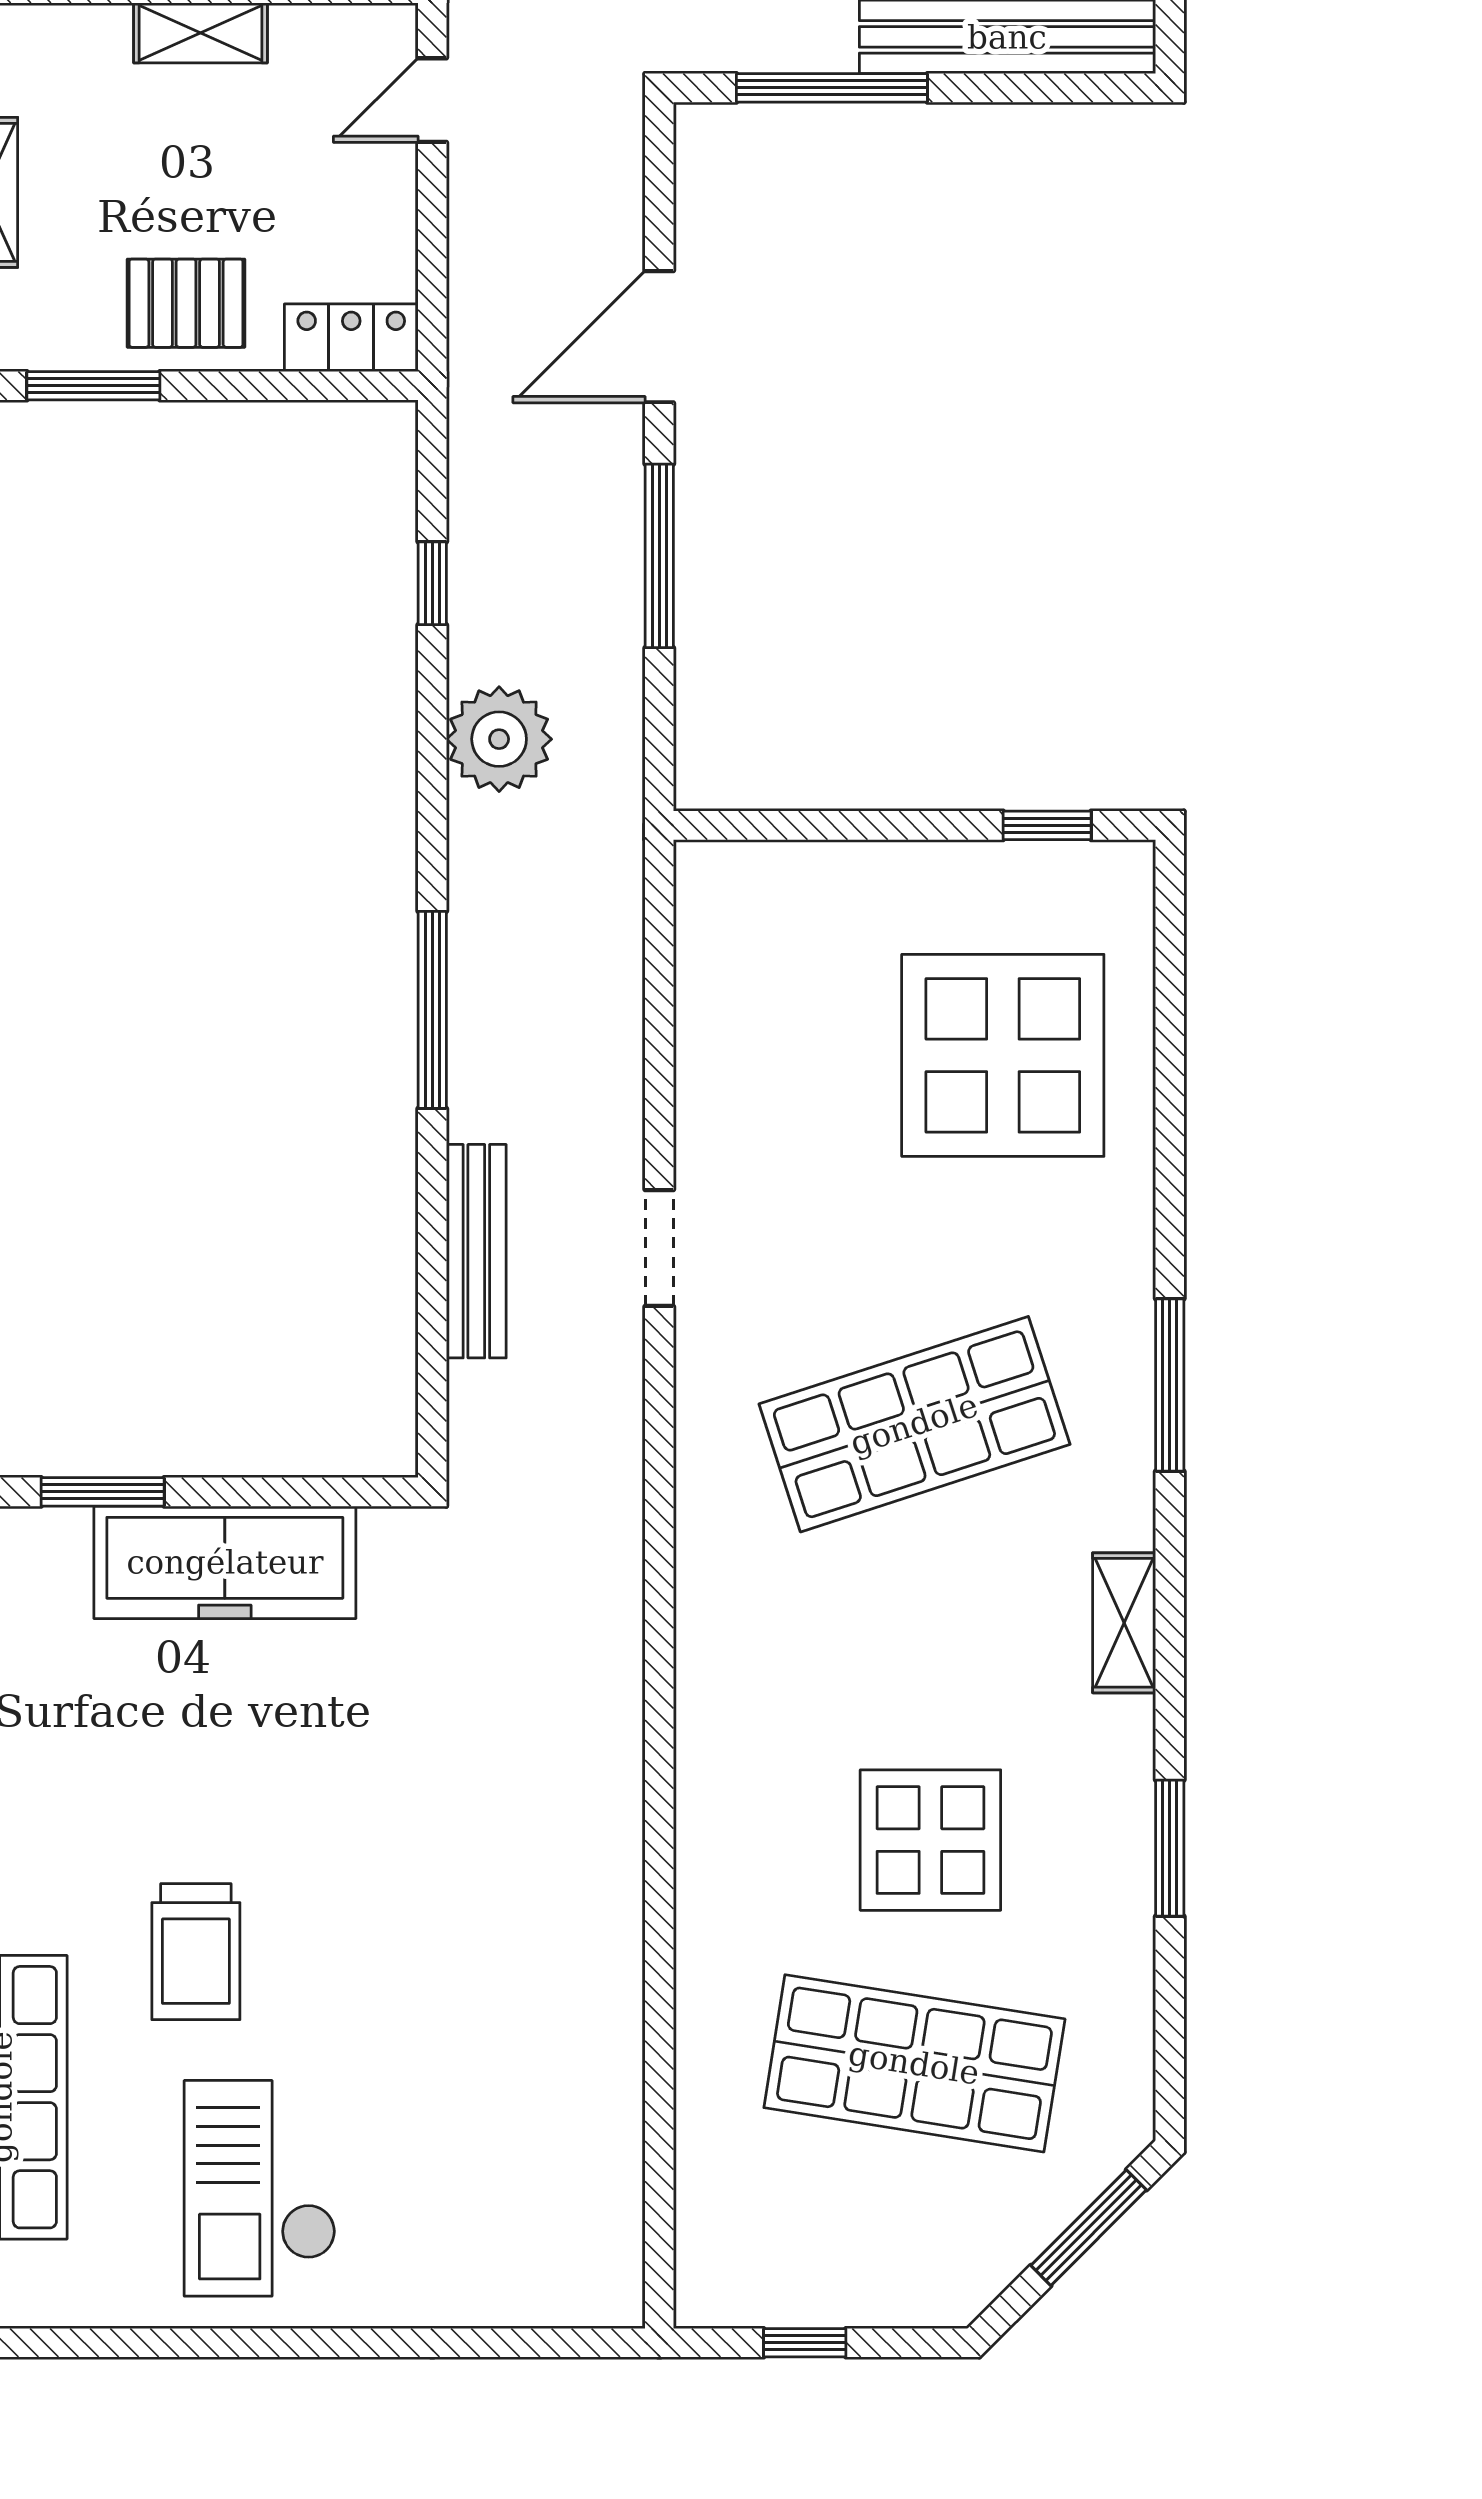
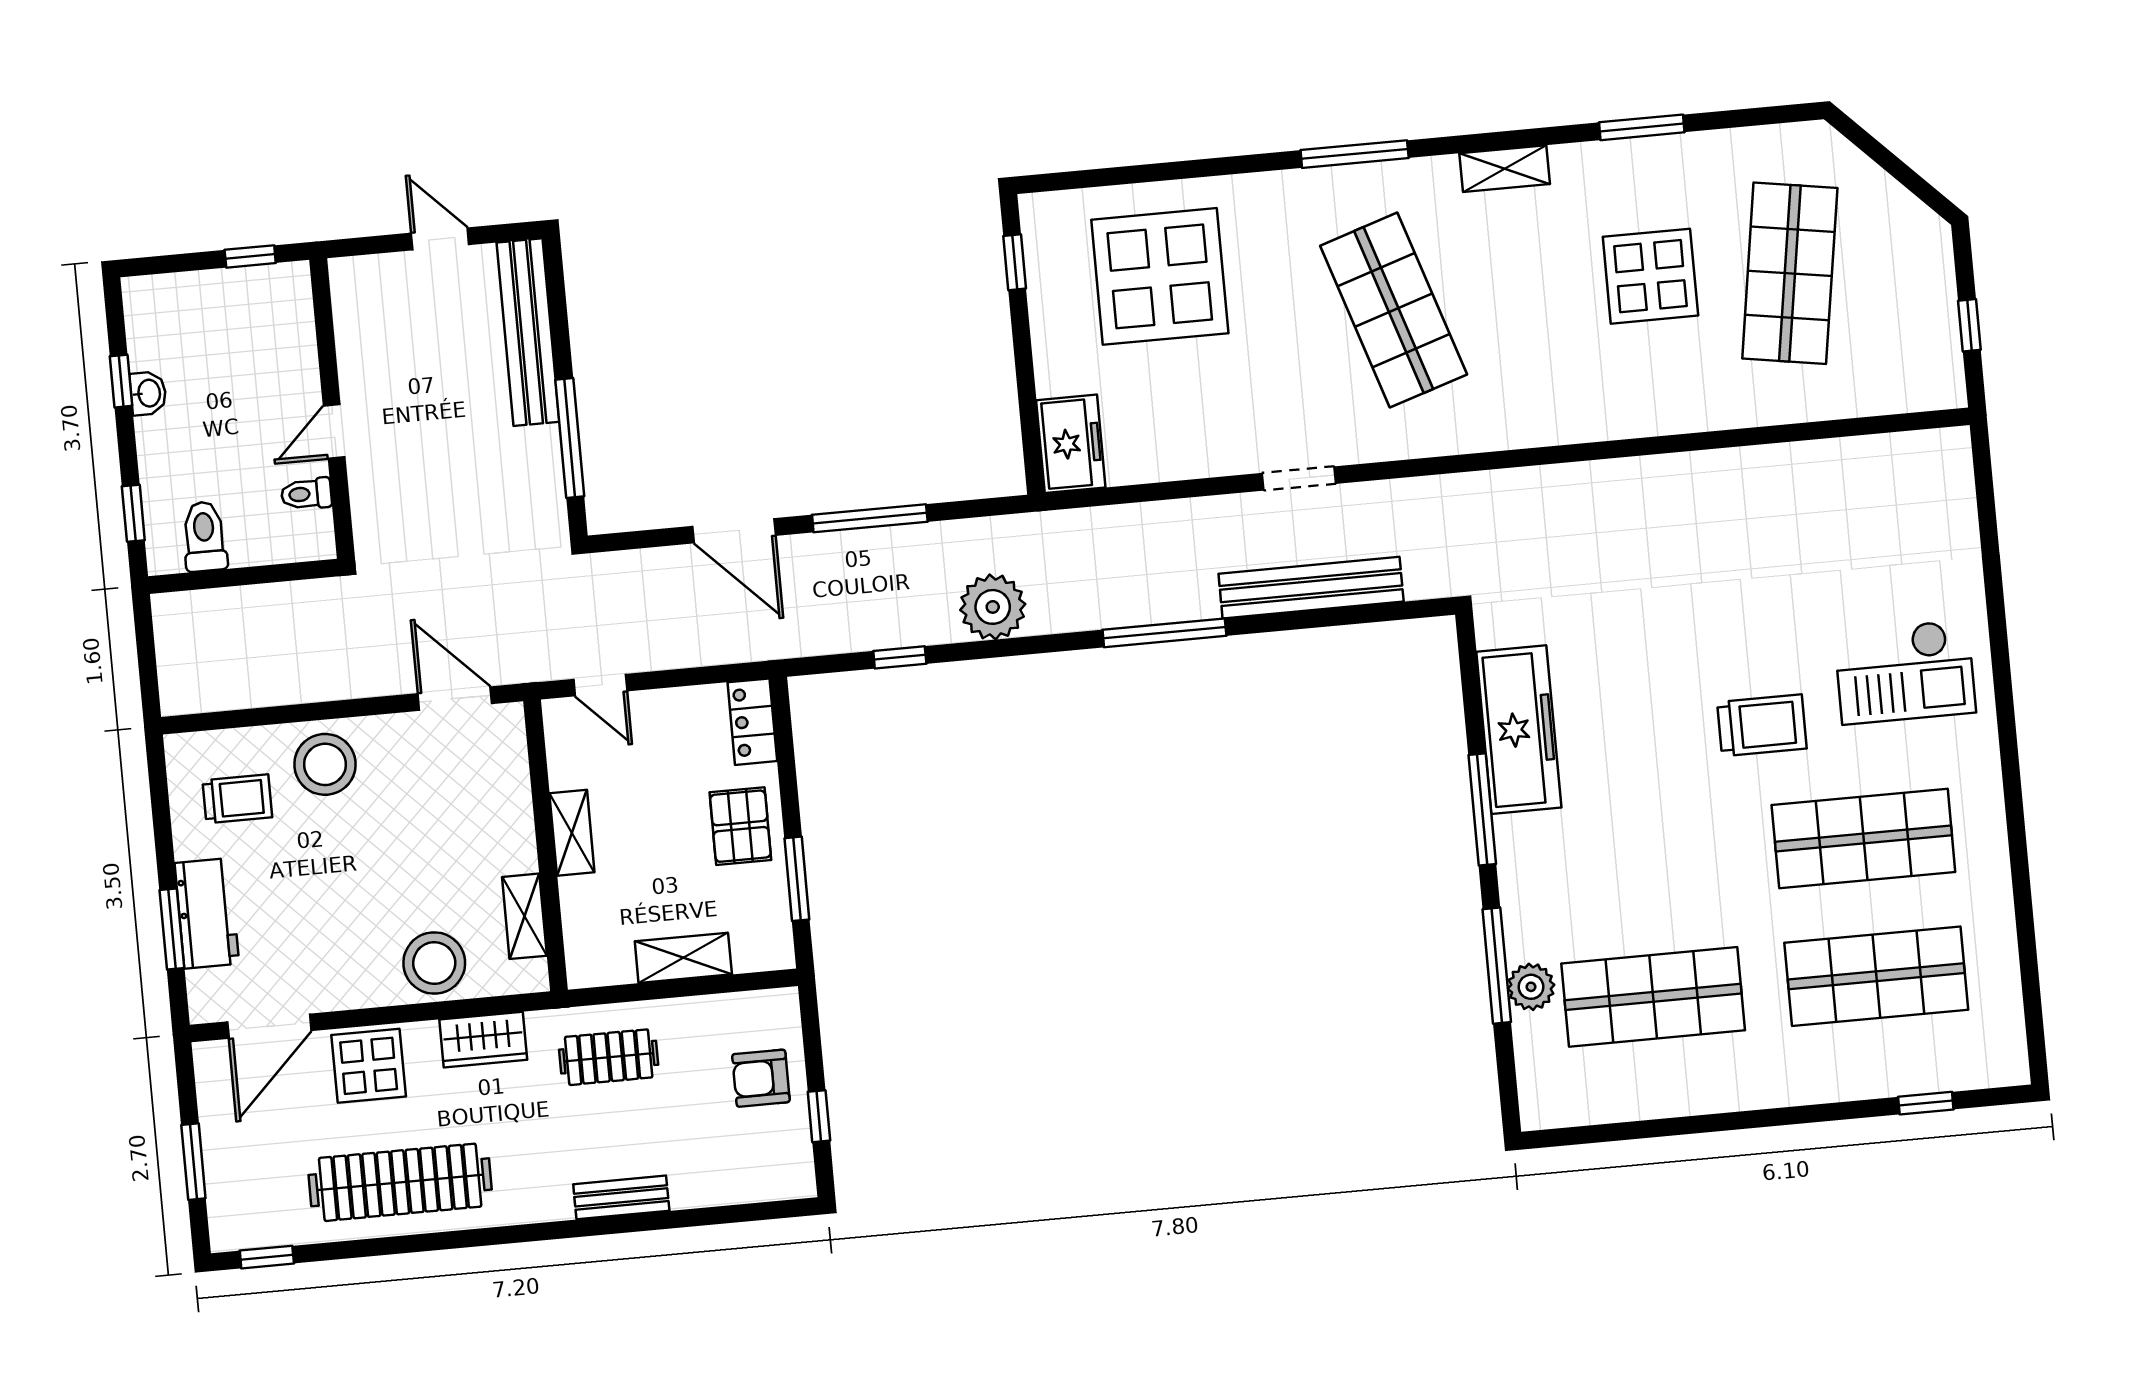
freezer: (748, 888) -> (1071, 444), added
bench: (476, 1251) -> (1311, 588), width x1.37, depth x1.21
window: (103, 1492) -> (1482, 809), width x1.44
window: (1089, 2228) -> (1882, 156), removed

